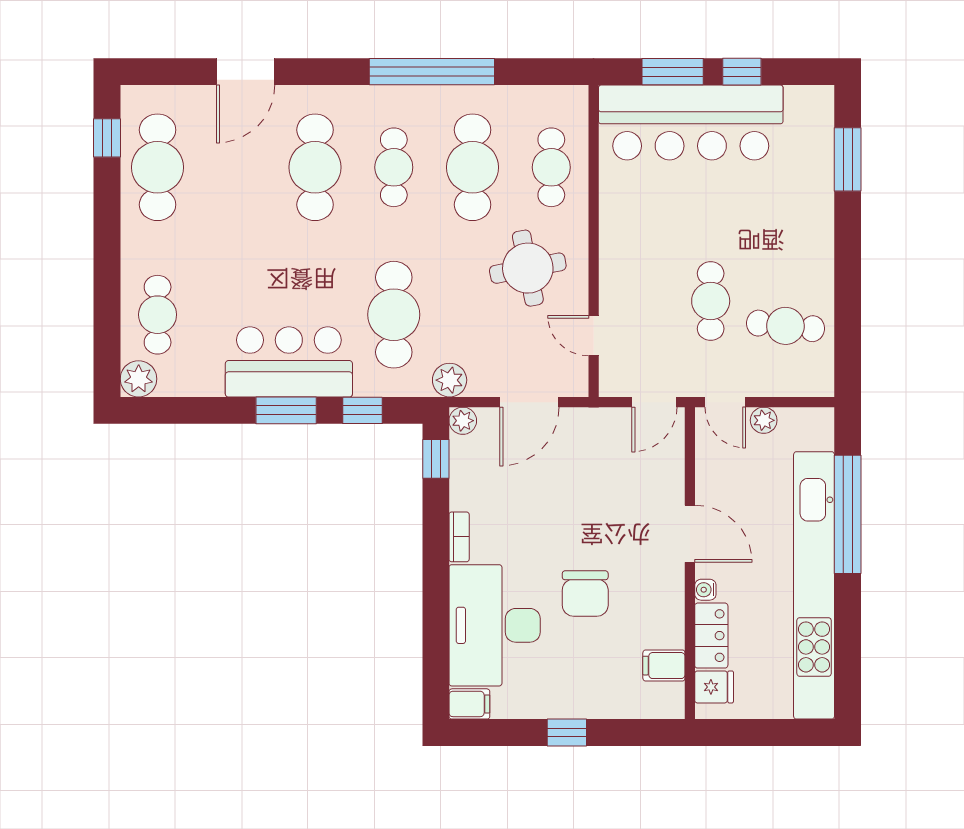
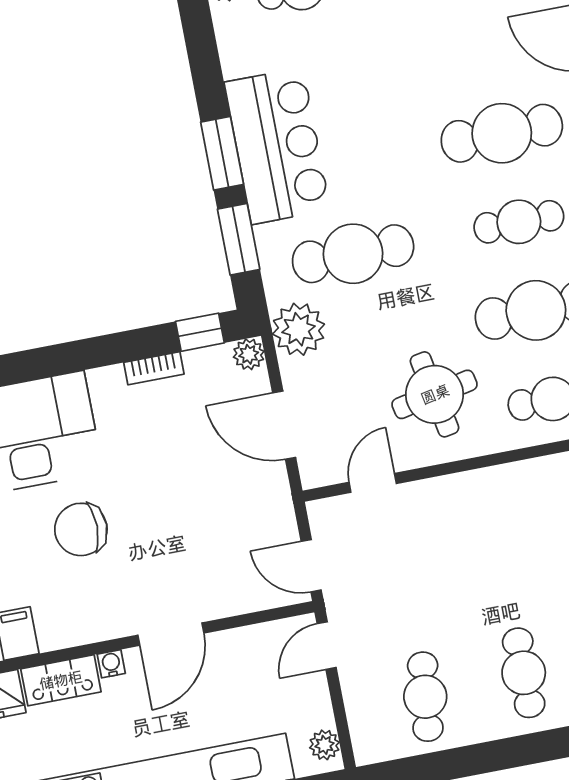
cafe table: (711, 301) -> (524, 673), moved, turned 90
plant: (450, 380) -> (299, 329), width x1.36, depth x1.36
window: (362, 410) -> (239, 239), width x1.50
plant: (764, 420) -> (324, 745), moved
bookcase: (459, 537) -> (154, 368), moved

